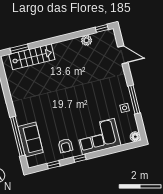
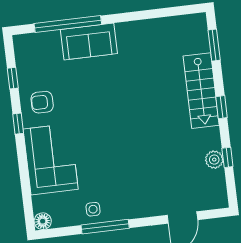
window: (102, 28) -> (227, 157), moved
window: (55, 40) -> (221, 107), added
stairs: (32, 57) -> (201, 91), moved
sofa: (31, 139) -> (89, 42), moved

